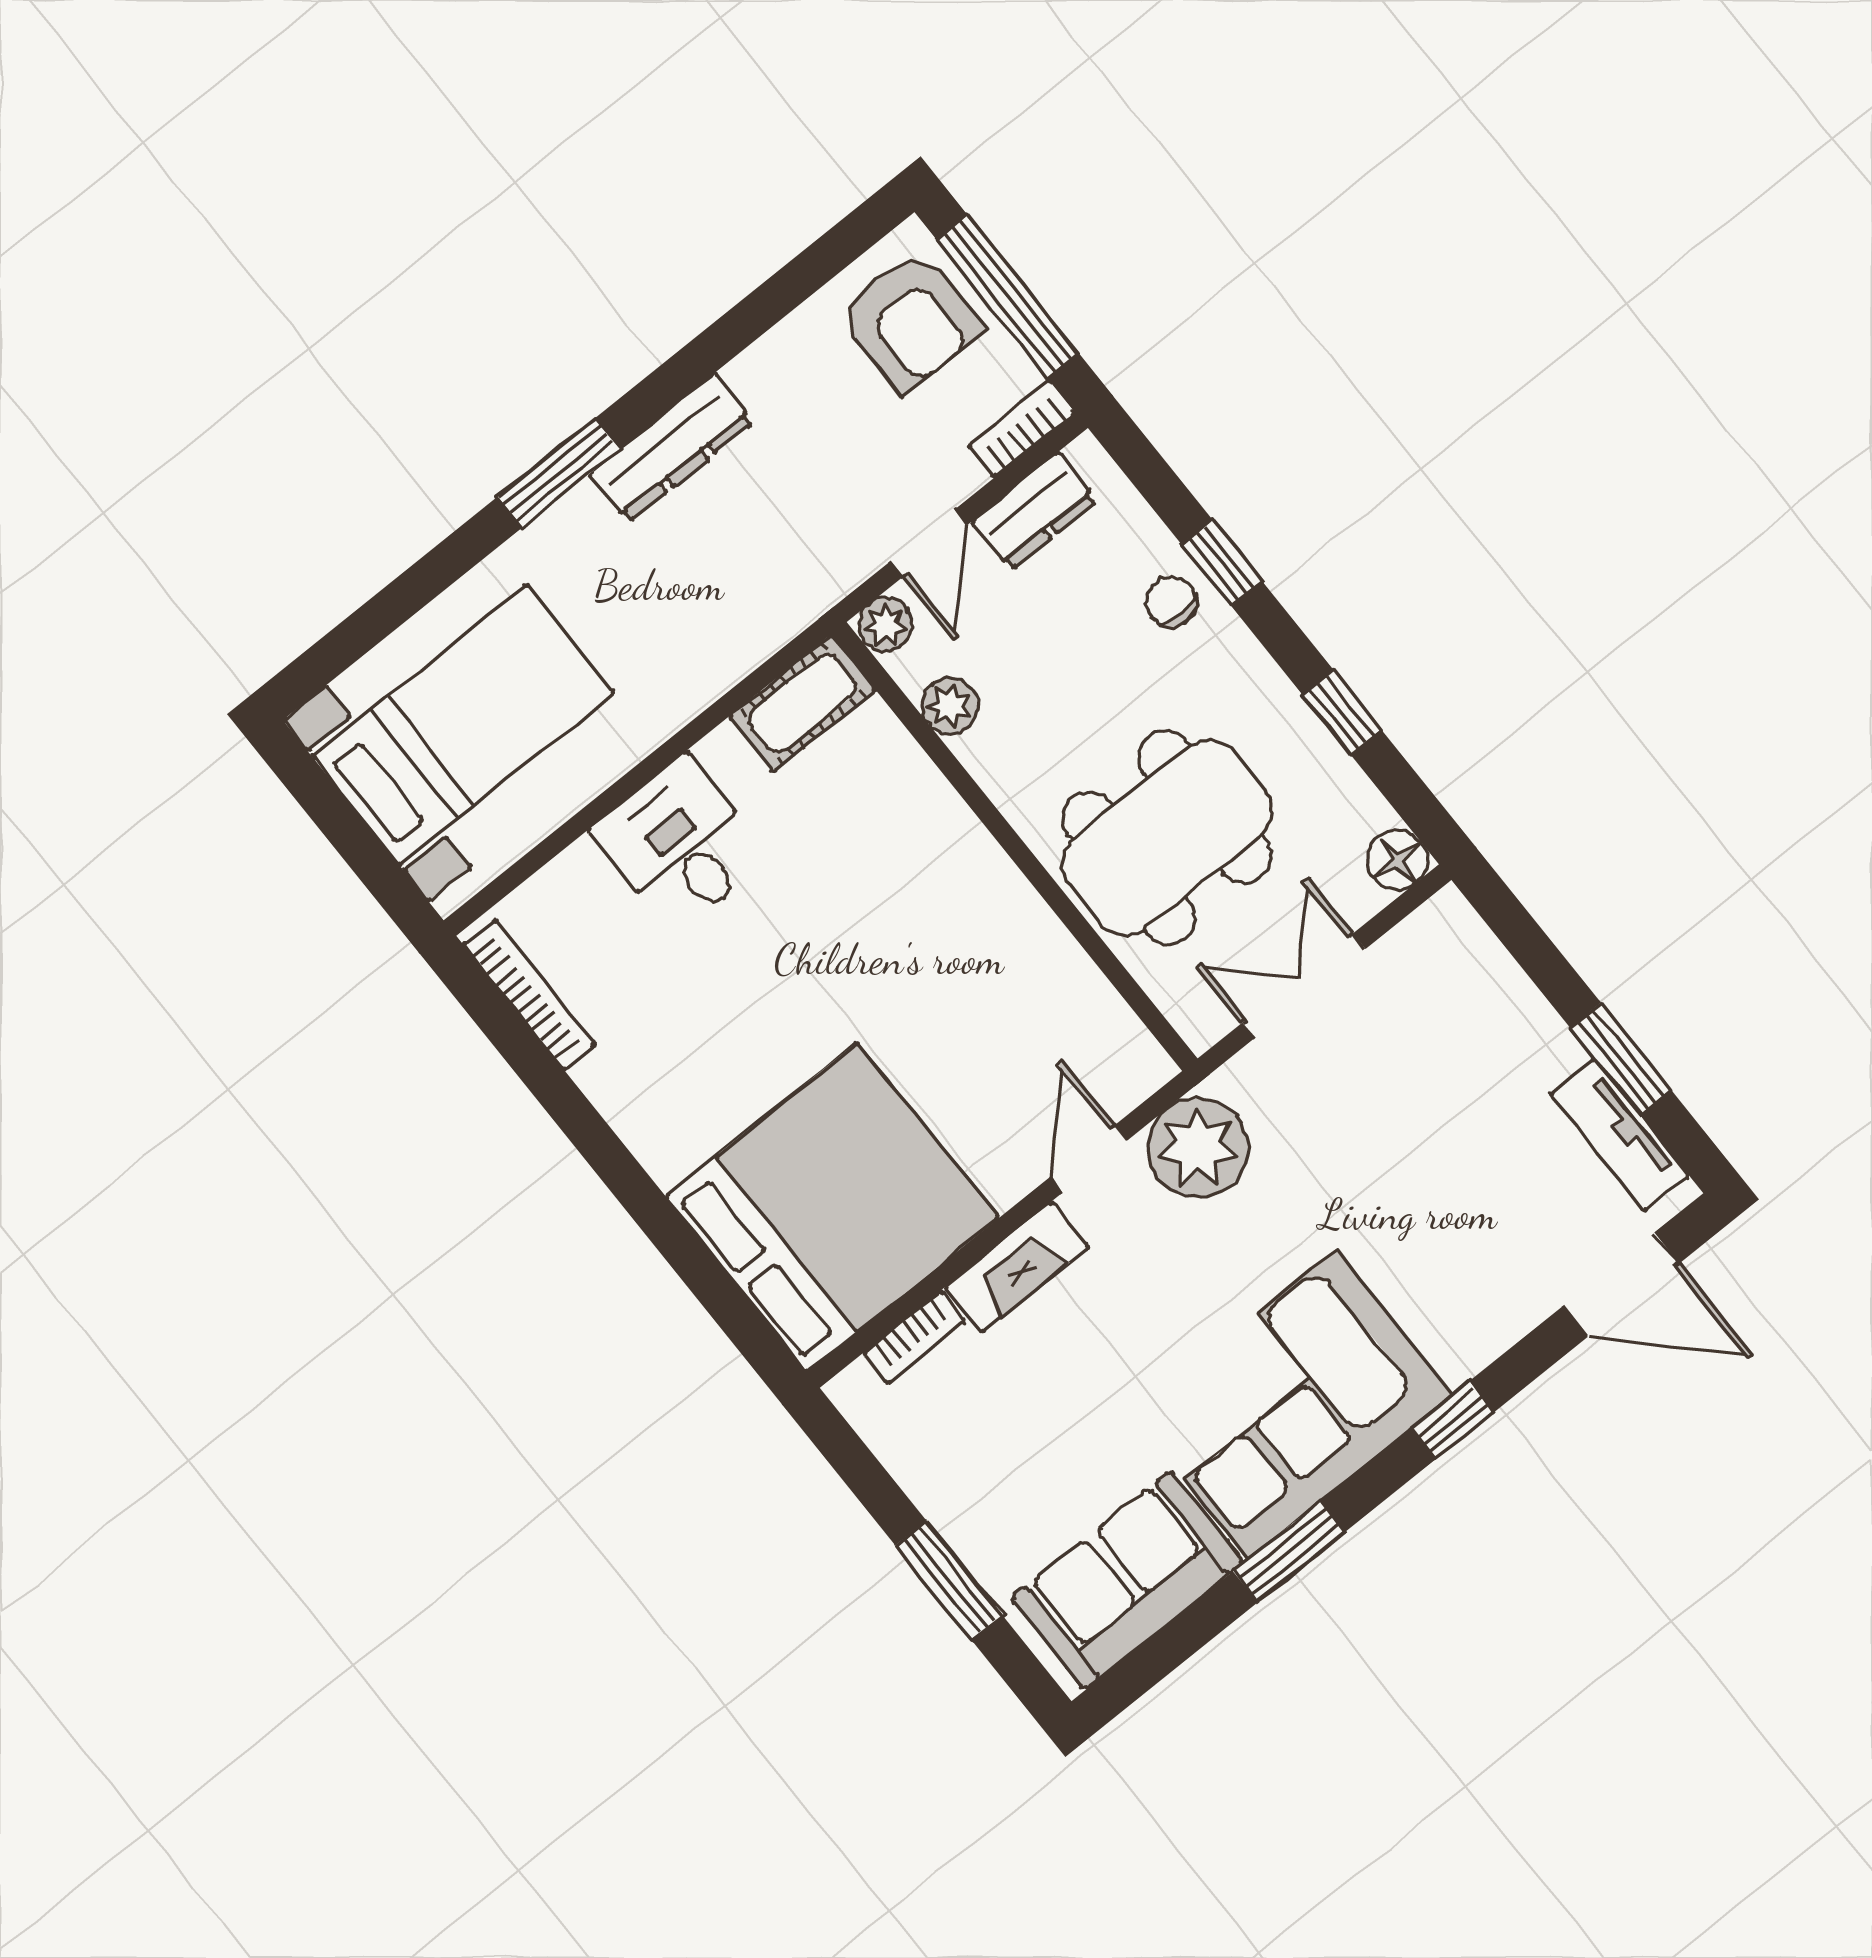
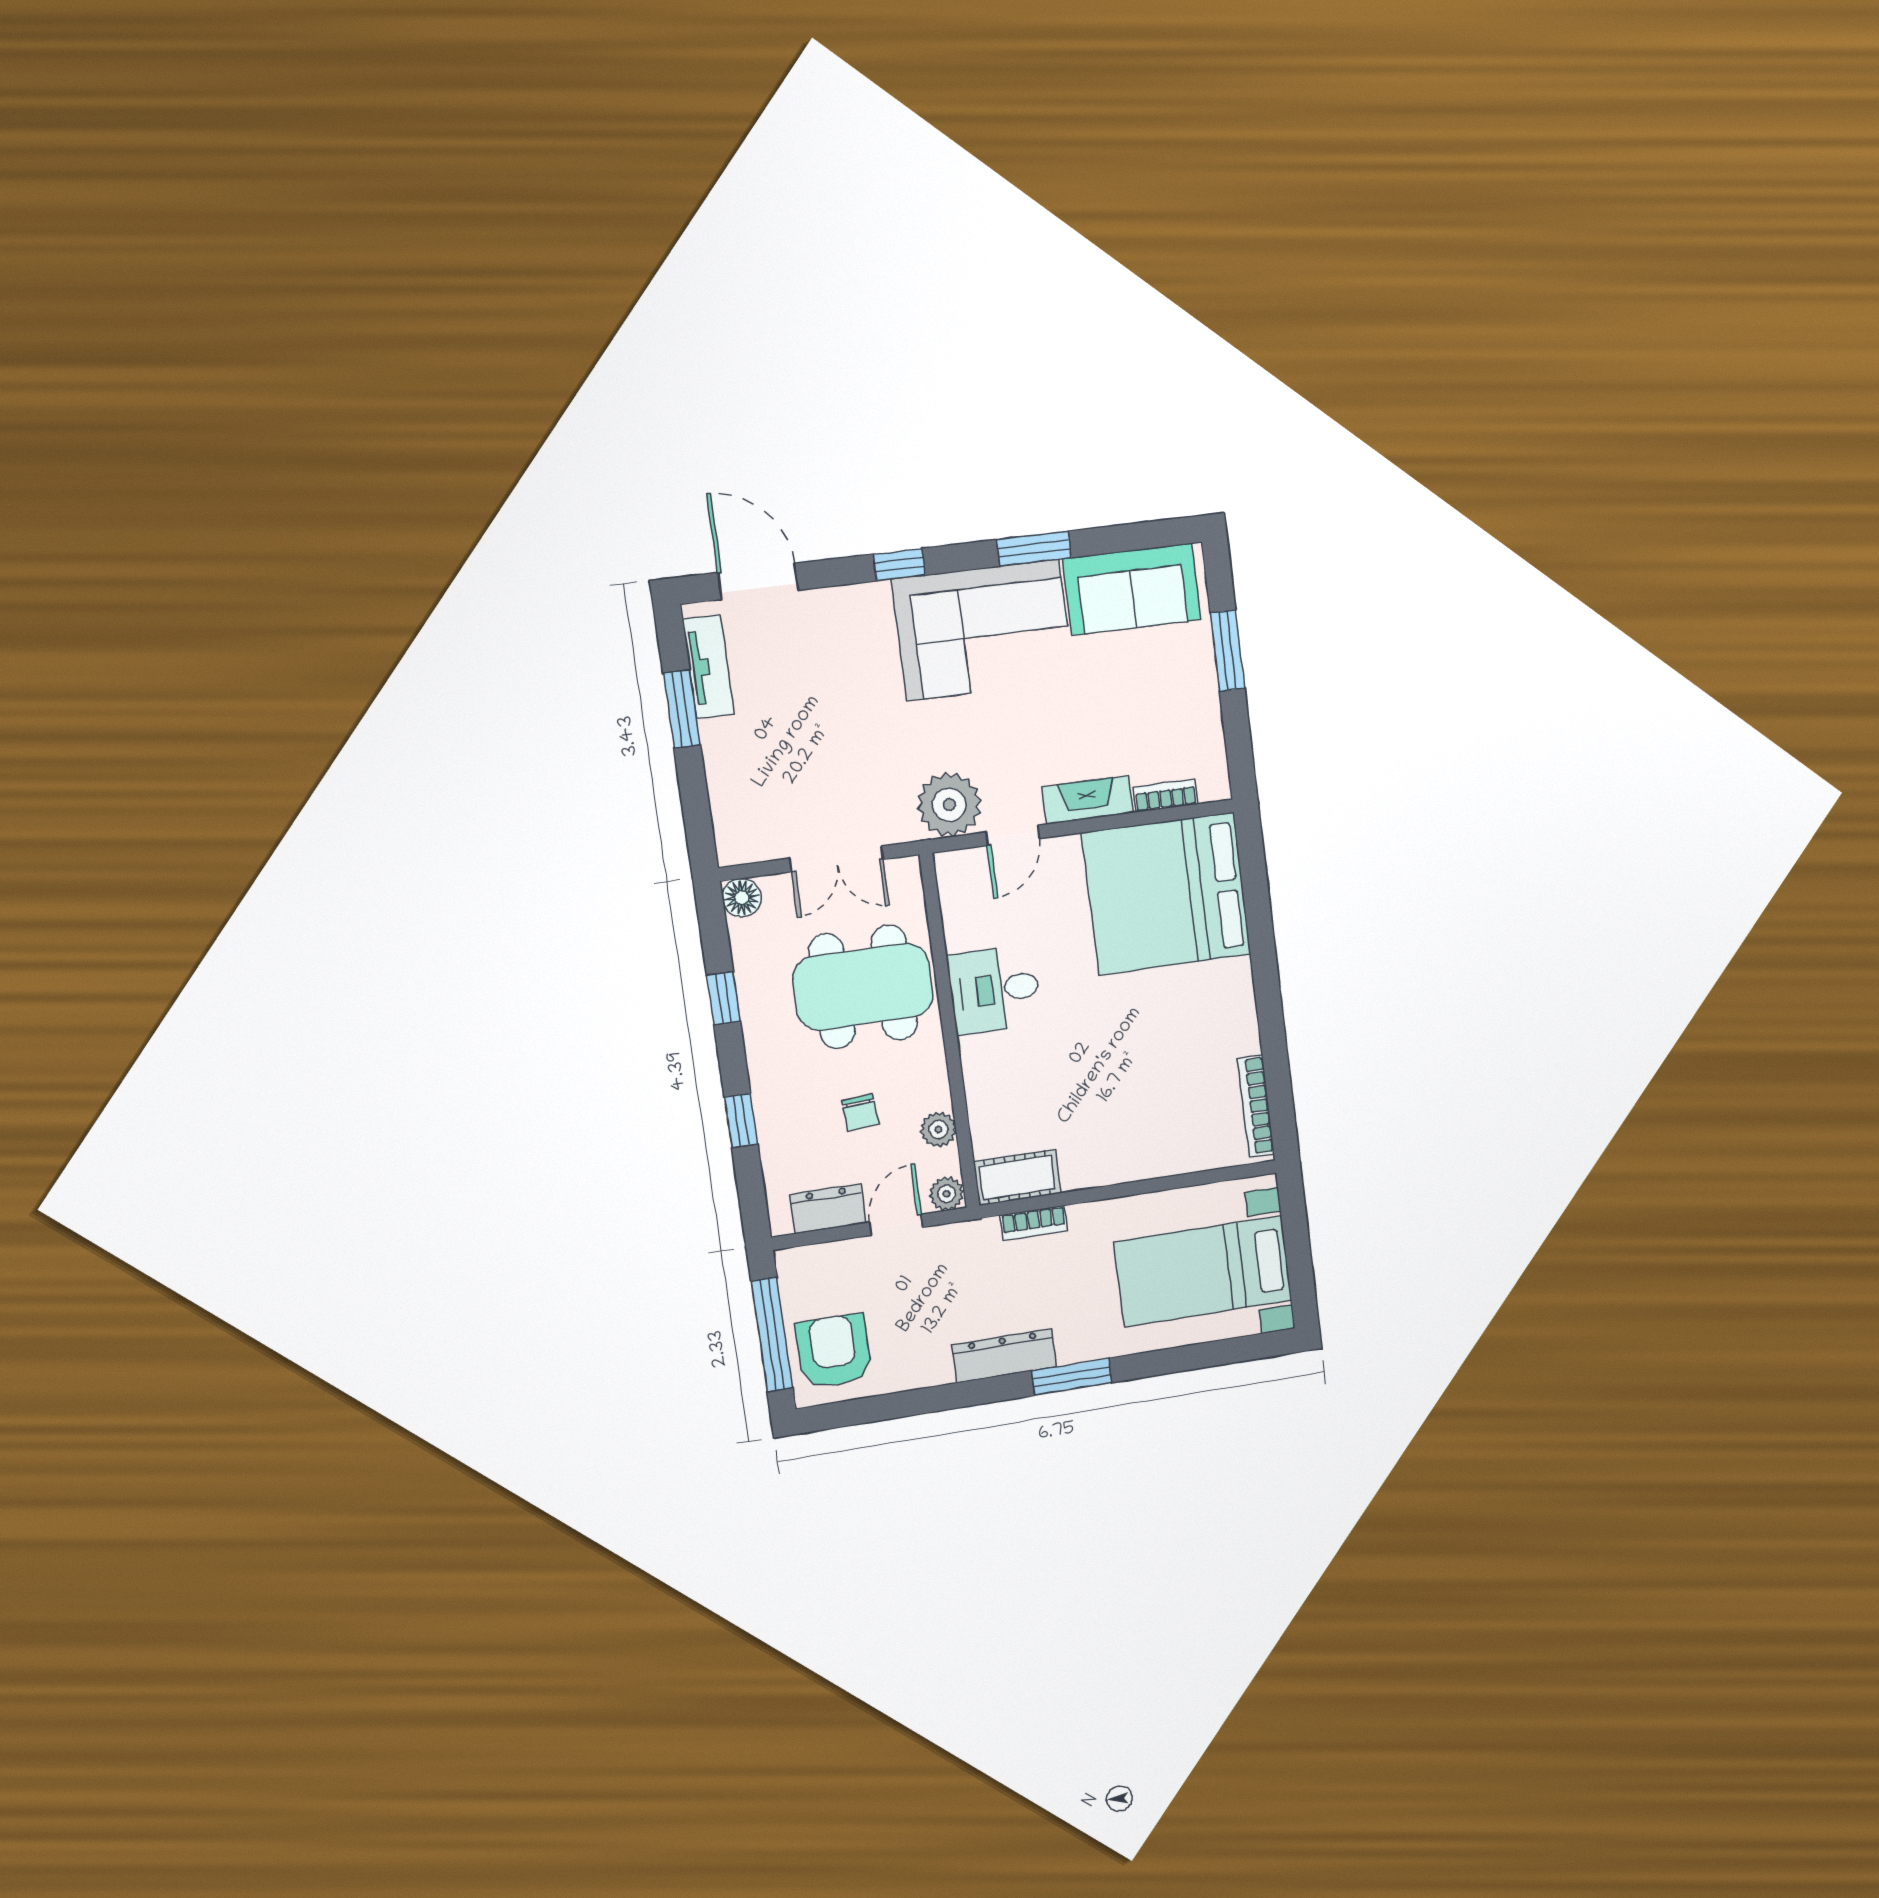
bookcase: (1022, 429) -> (1034, 1223), moved
chair: (1171, 602) -> (860, 1112), moved
desk: (680, 844) -> (995, 990), moved, turned 90

